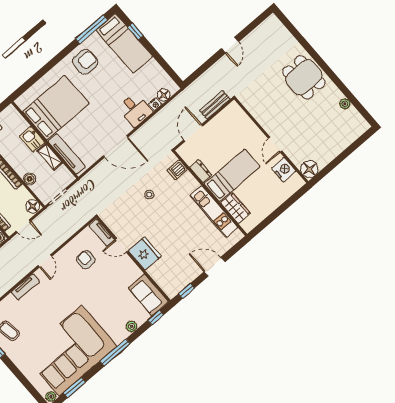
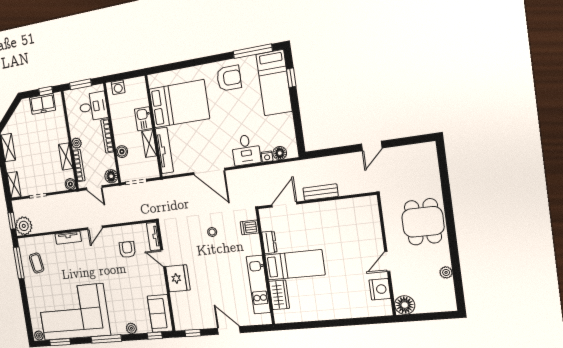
wall: (271, 140) -> (386, 255), moved
door: (275, 145) -> (387, 261), moved
floor lamp: (309, 169) -> (405, 305), moved
nightstand: (284, 170) -> (380, 289), moved

